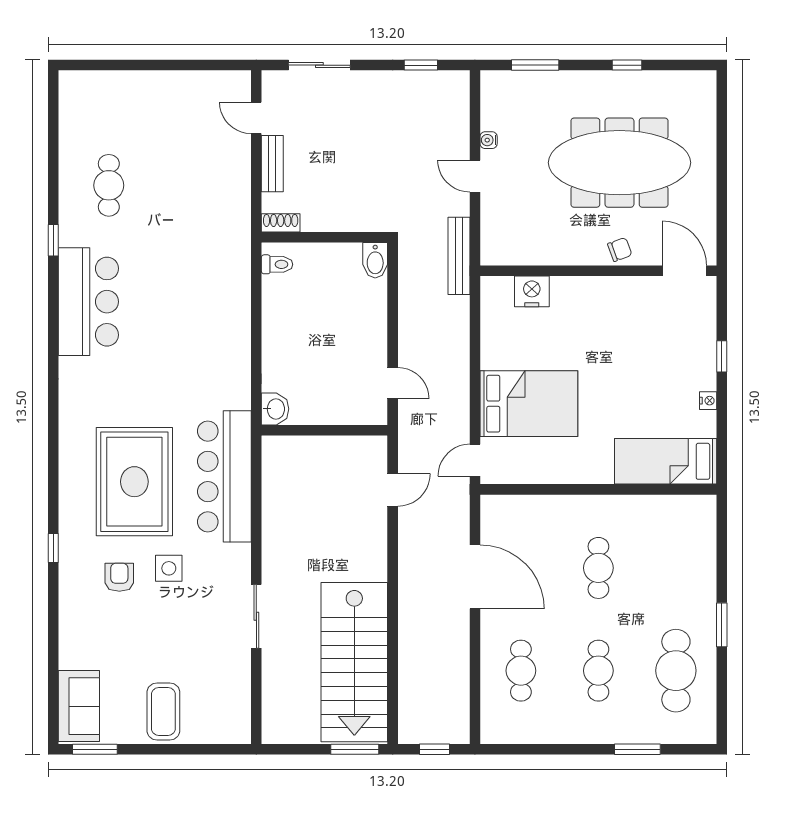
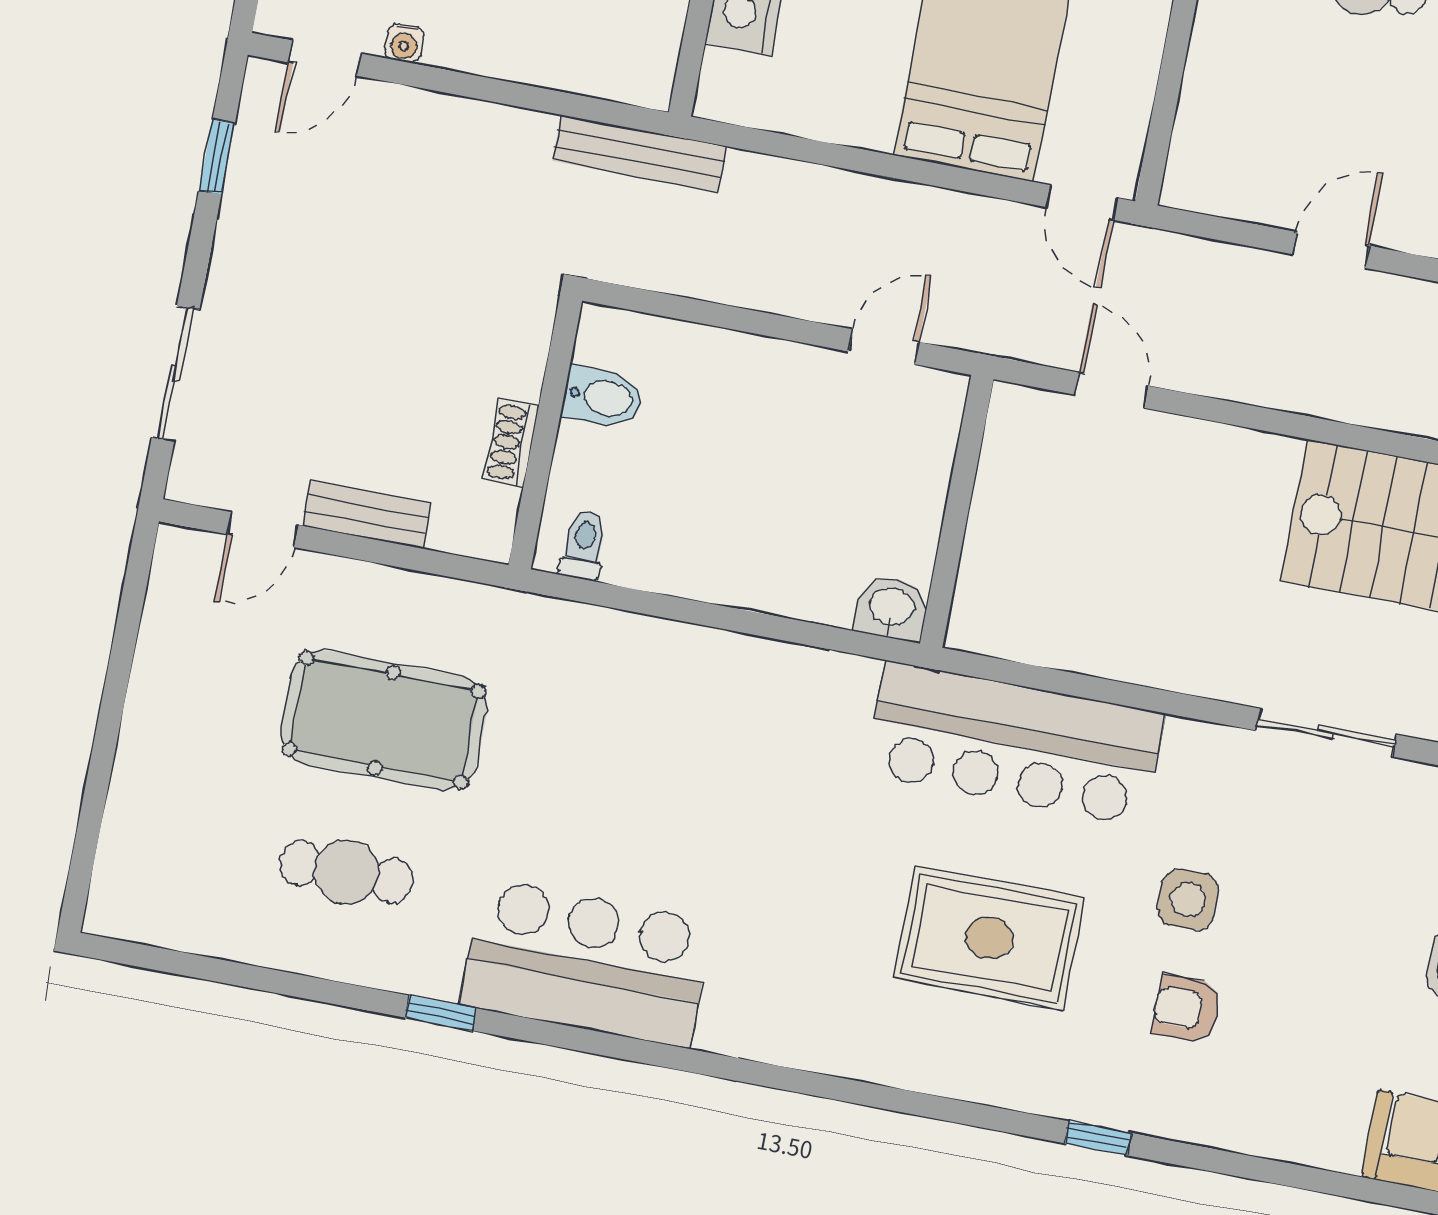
door: (475, 176) -> (325, 58), moved
pool table: (181, 189) -> (384, 720), added
shoe rack: (281, 223) -> (511, 443), moved
bidet: (375, 260) -> (603, 397), moved
rug: (134, 482) -> (989, 938), width x0.73, depth x0.69
door: (475, 577) -> (1331, 250), width x0.53

